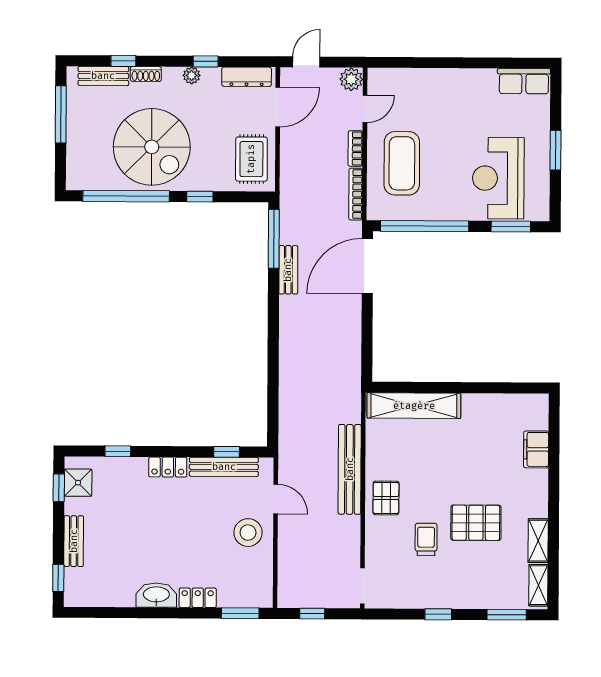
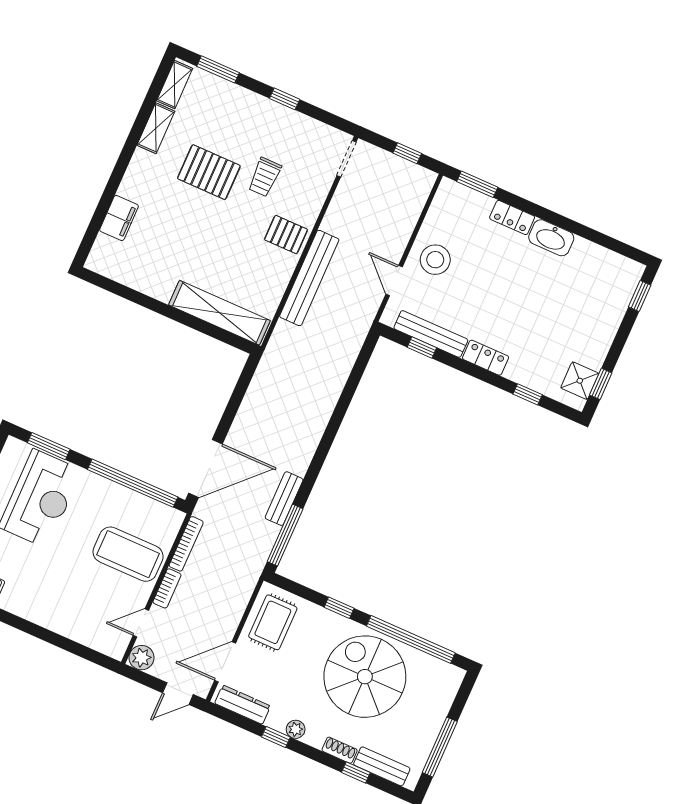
coffee table: (402, 163) -> (128, 554), turned 90
pallet: (386, 498) -> (286, 235), turned 90
bench: (74, 541) -> (609, 326), removed

